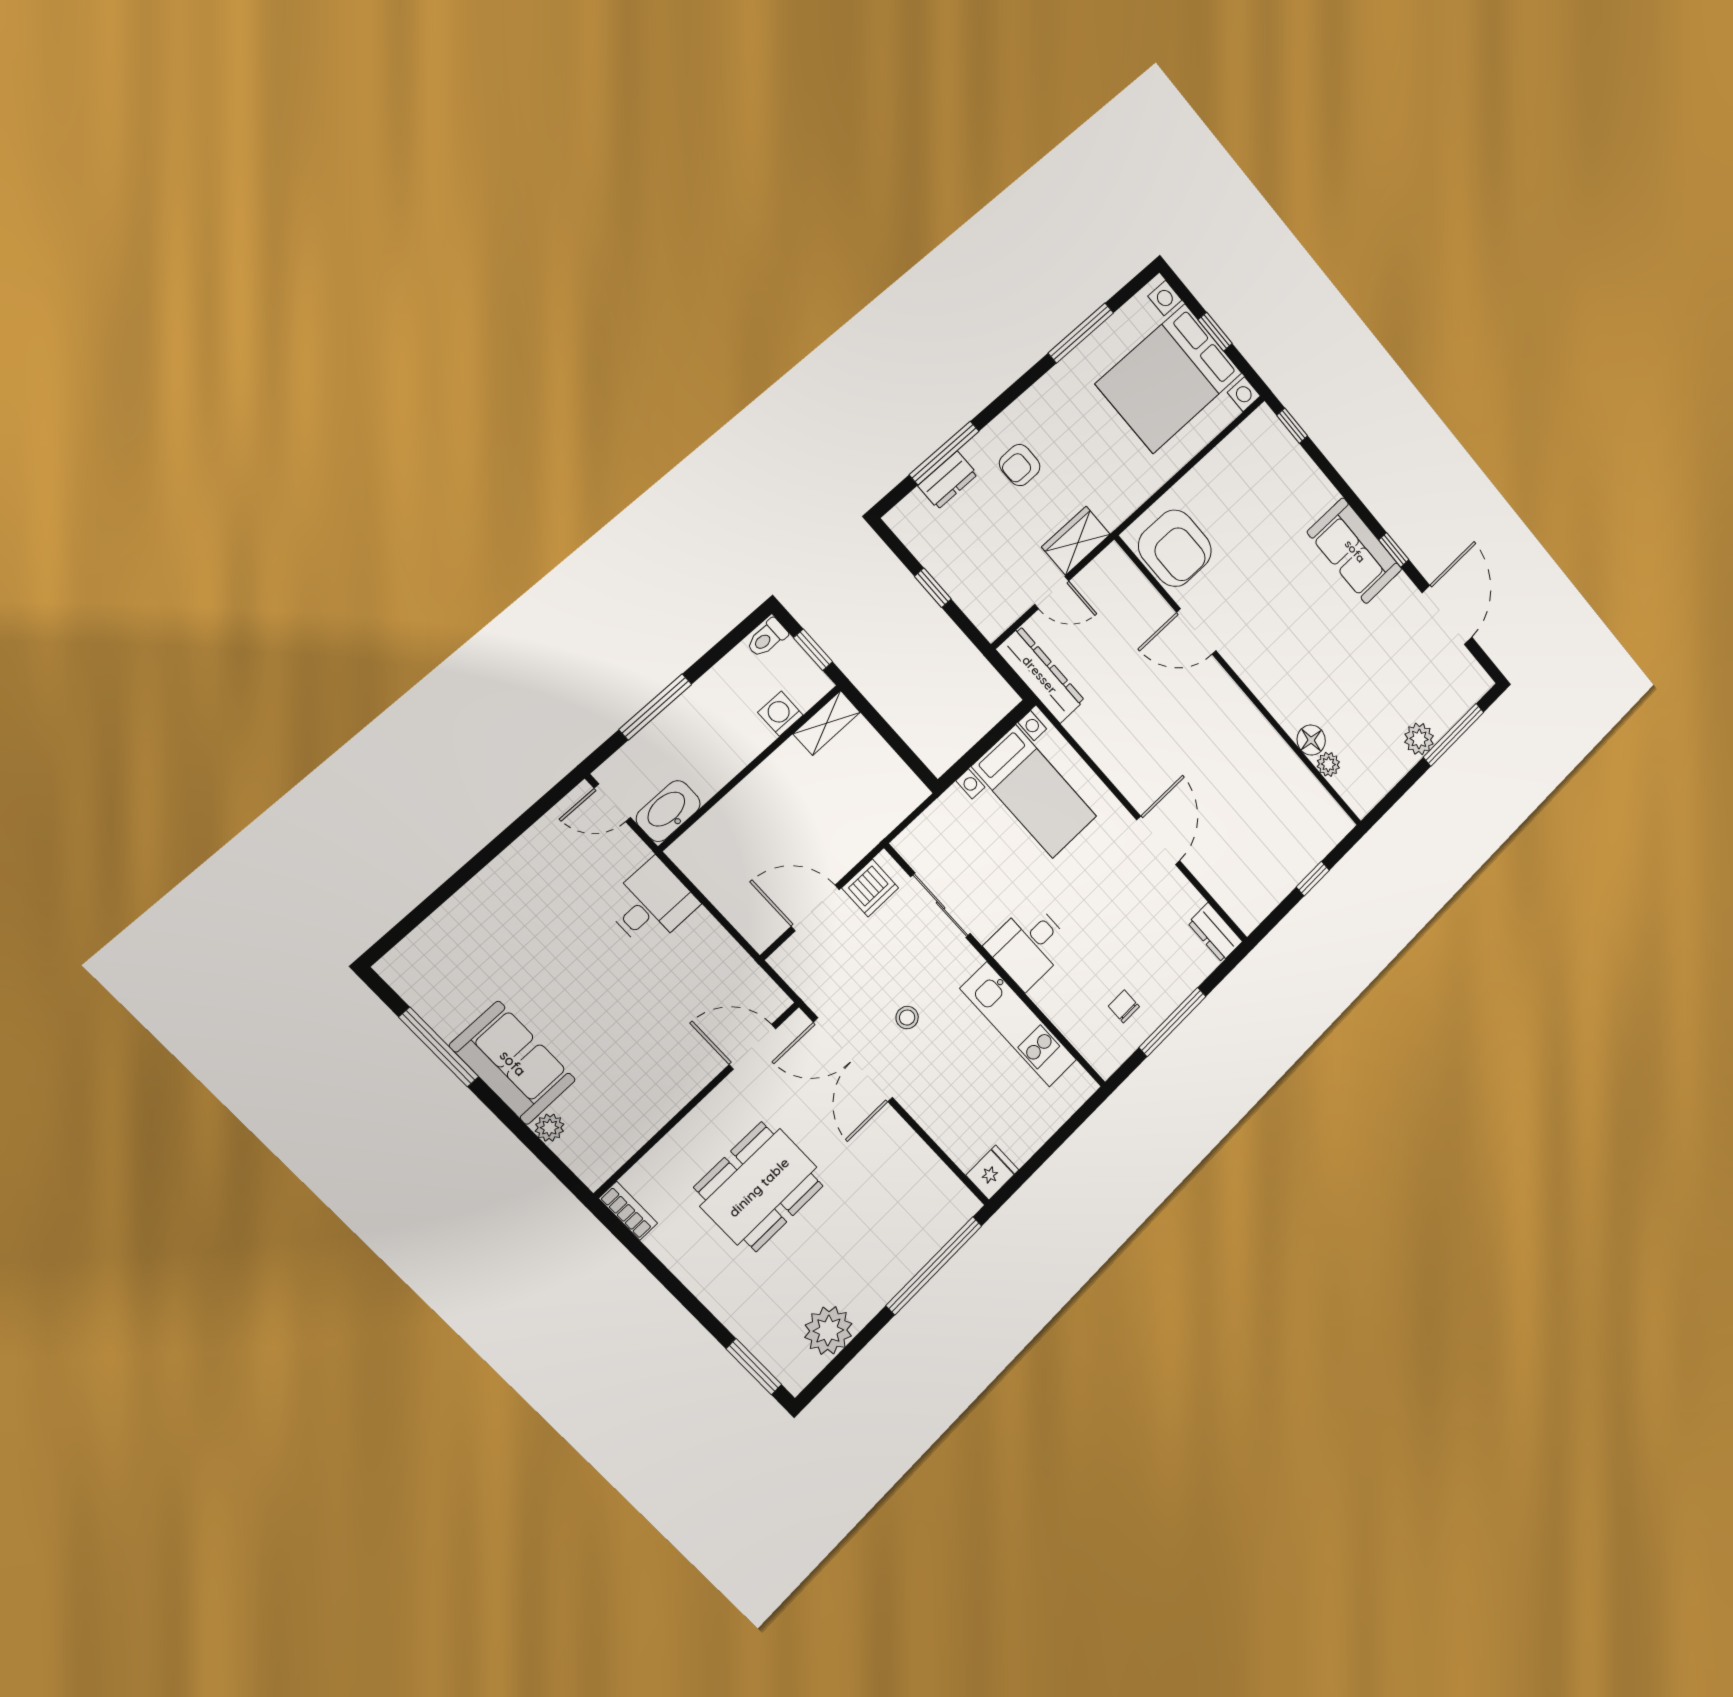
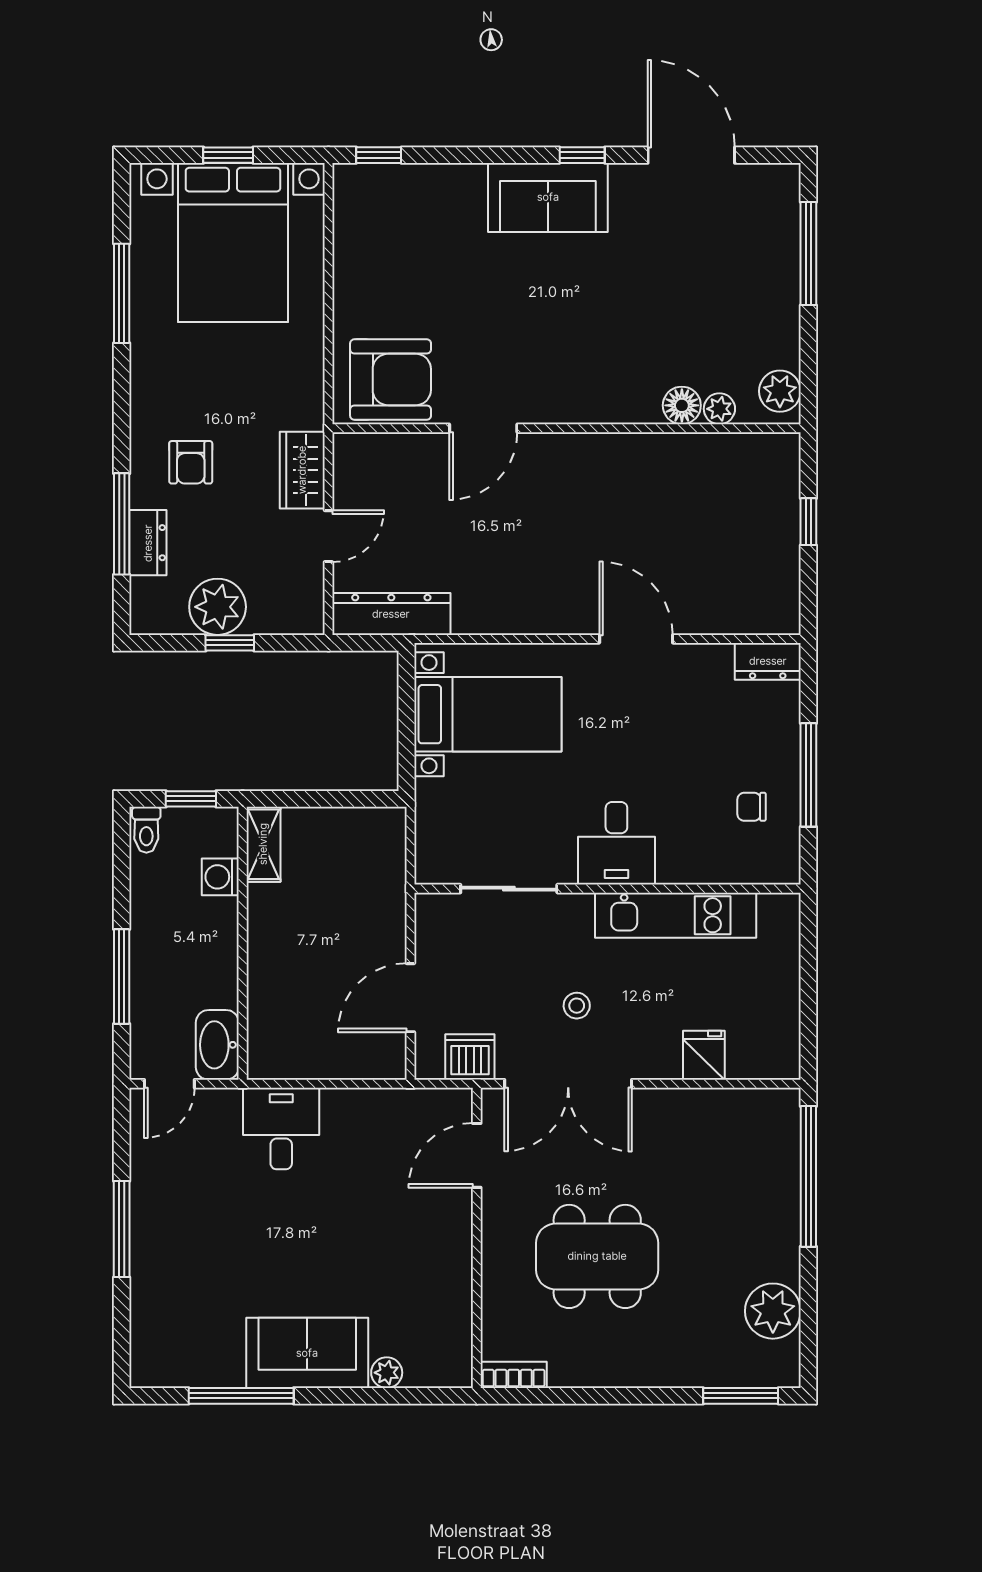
plant: (948, 560) -> (218, 607), added
plant: (1419, 739) -> (780, 391), moved
window: (481, 860) -> (122, 1229), added
dishwasher: (870, 888) -> (470, 1057), moved, turned -90
fridge: (992, 1173) -> (704, 1055), moved
dining table: (759, 1187) -> (597, 1256), turned 90

